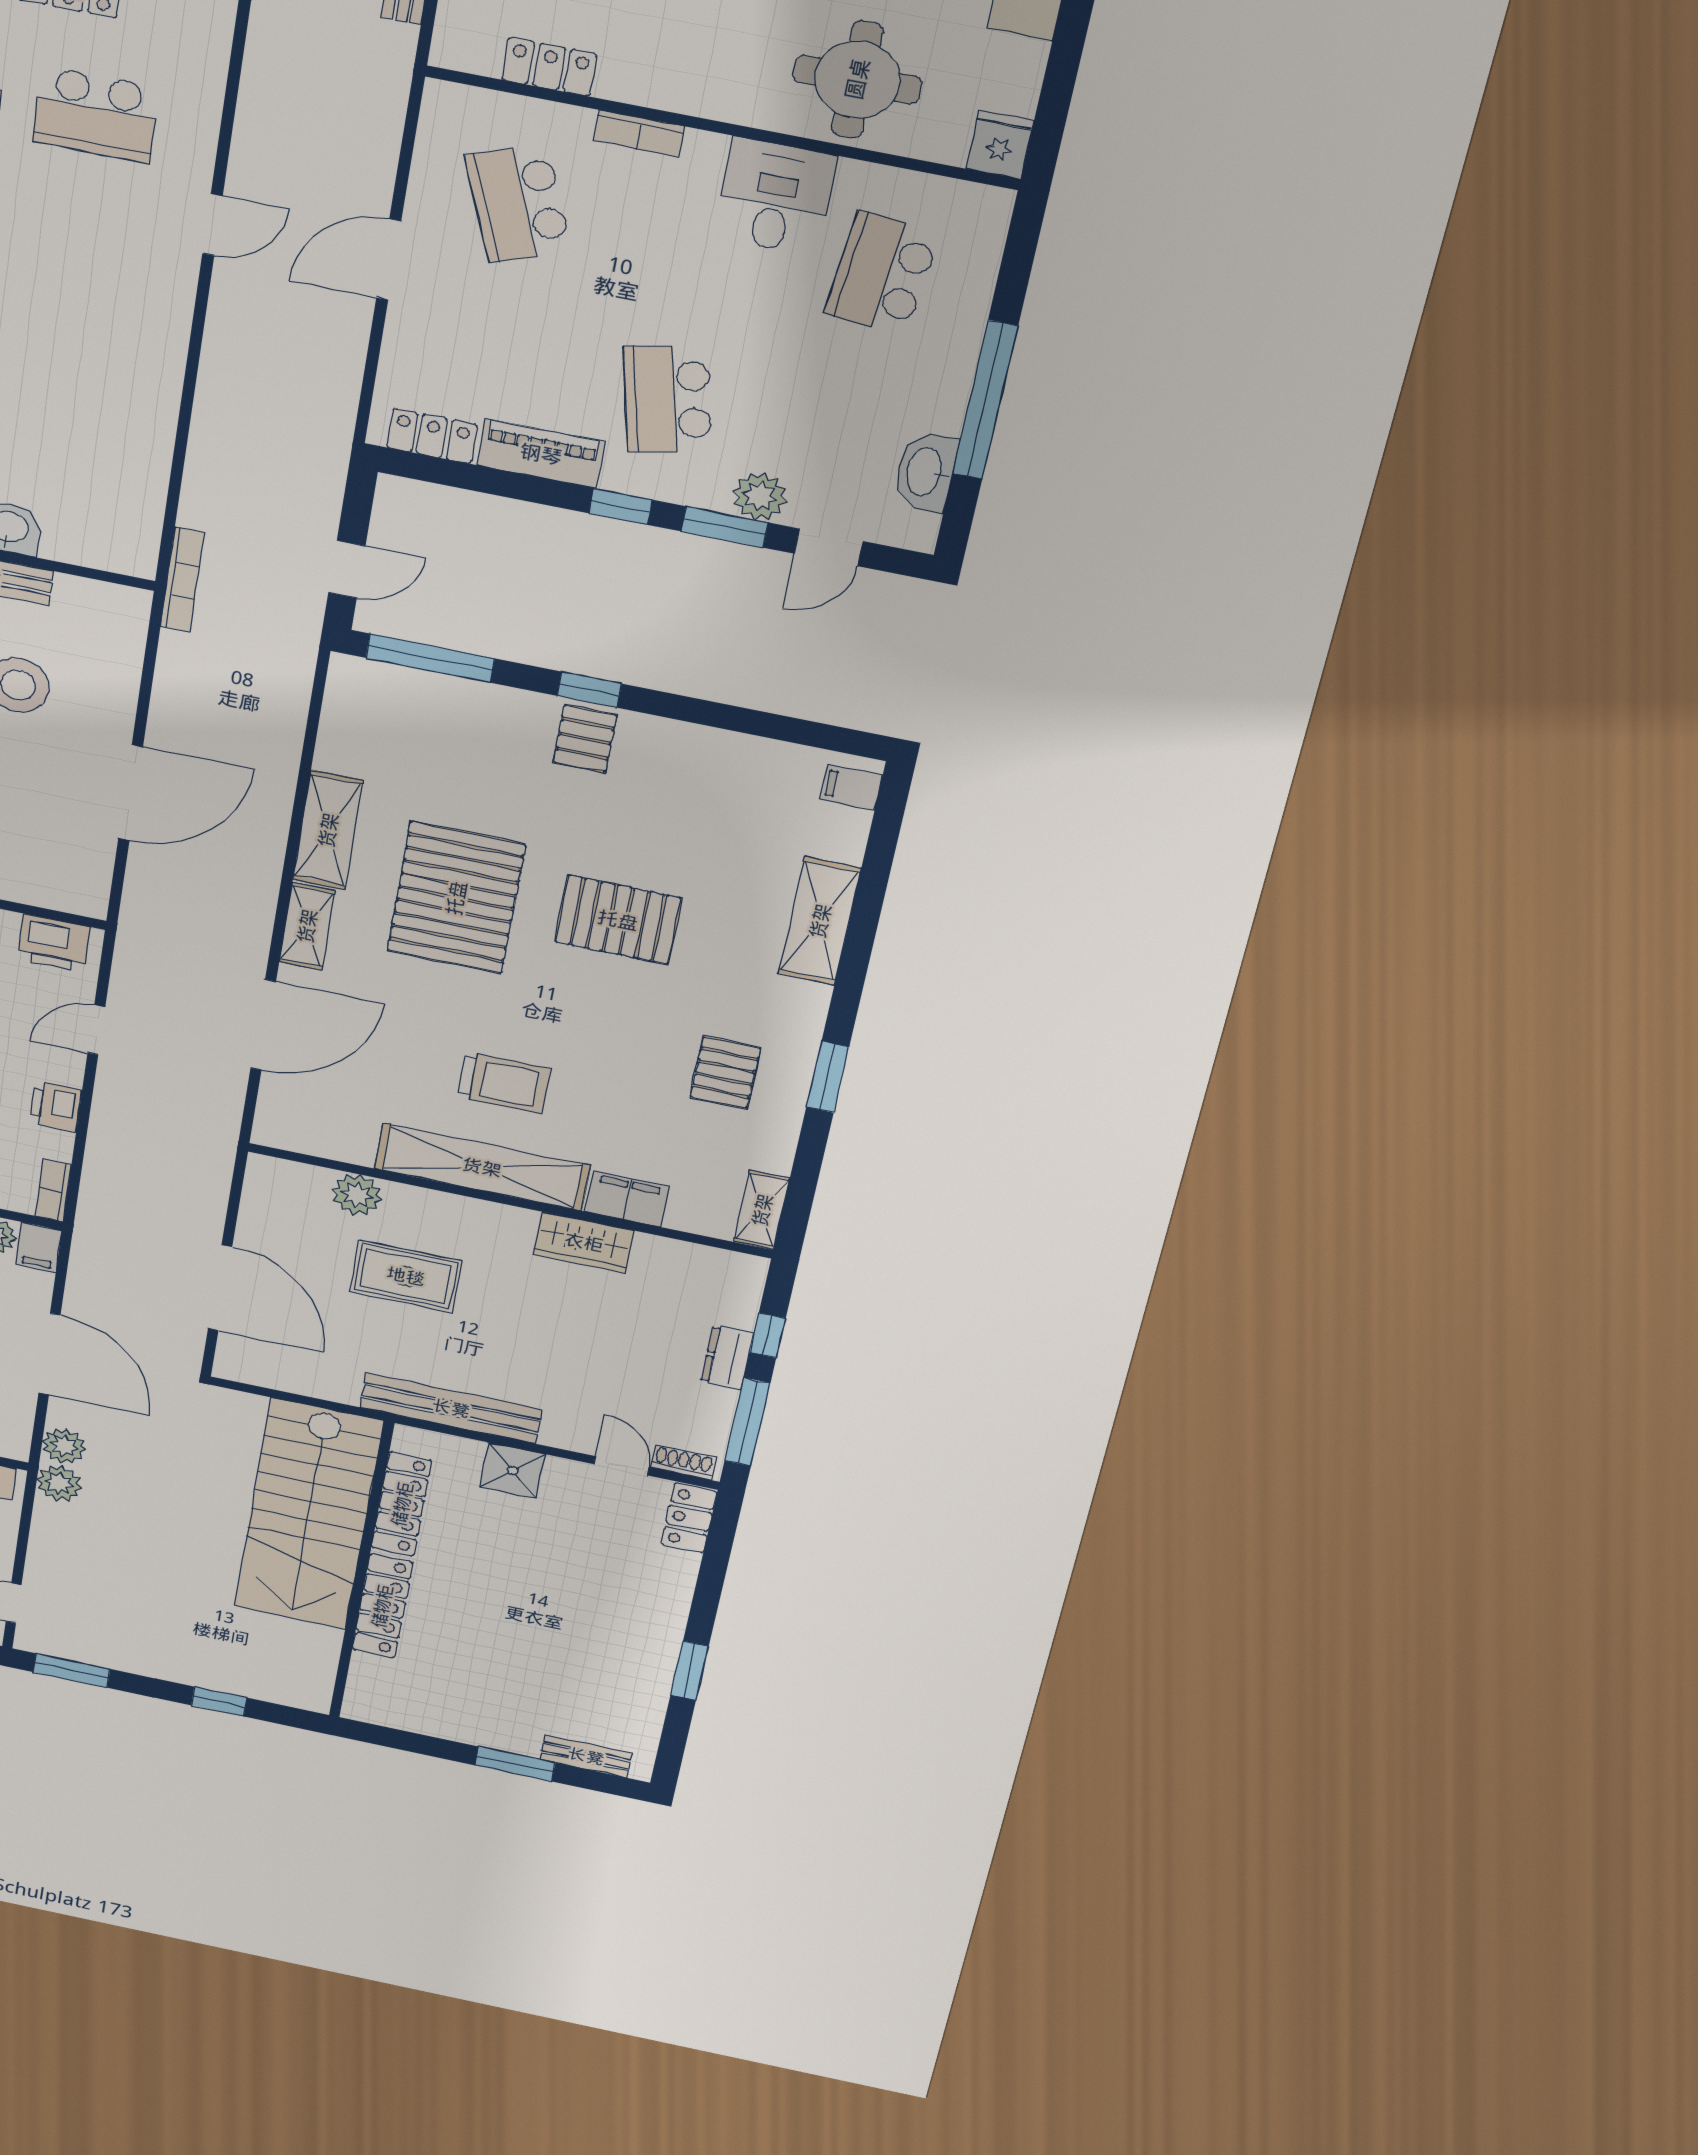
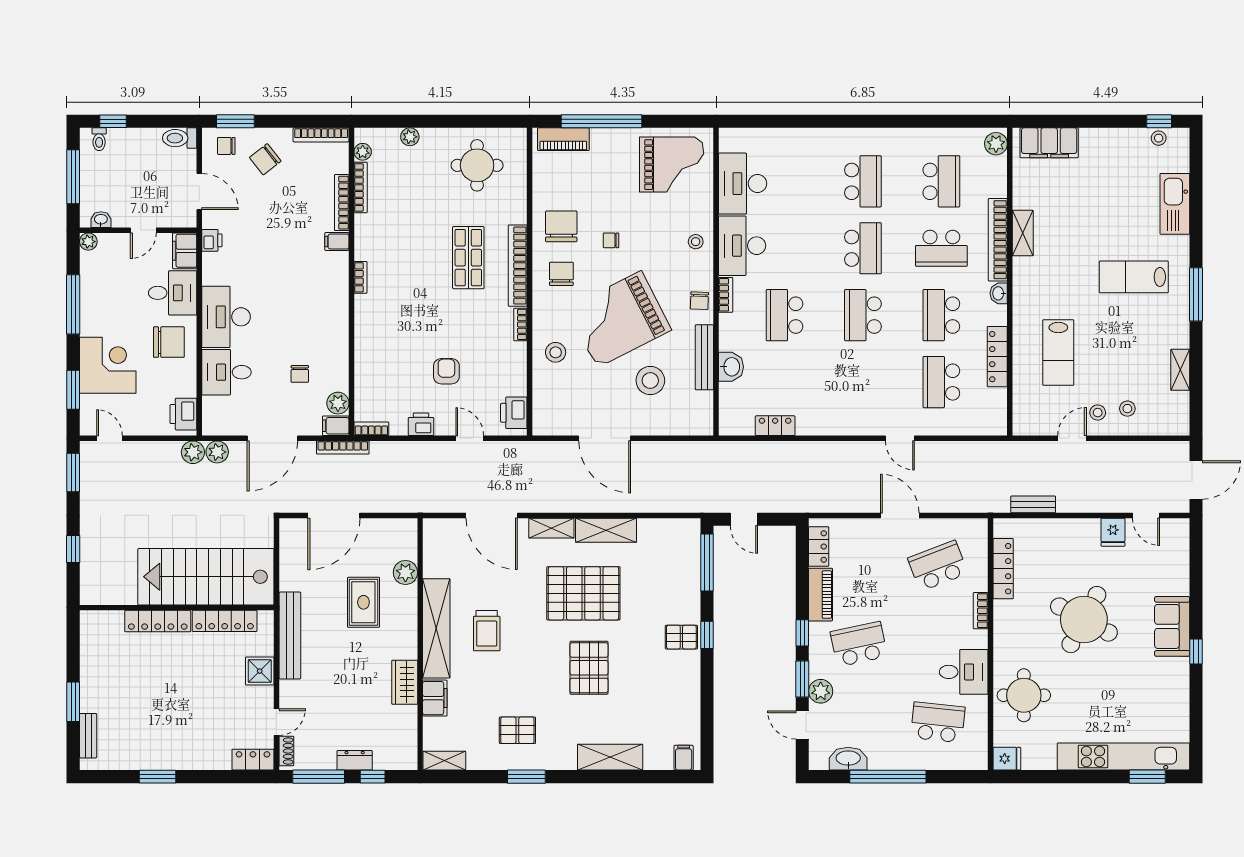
locker: (549, 67) -> (1003, 569), width x1.53
locker: (149, 468) -> (775, 426), added
bookcase: (182, 580) -> (343, 448), moved

